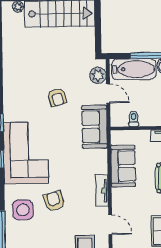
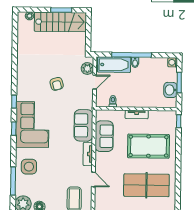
door: (108, 93) -> (95, 82), hinge flipped
sofa: (94, 127) -> (83, 125), moved
armchair: (54, 201) -> (52, 161), removed

